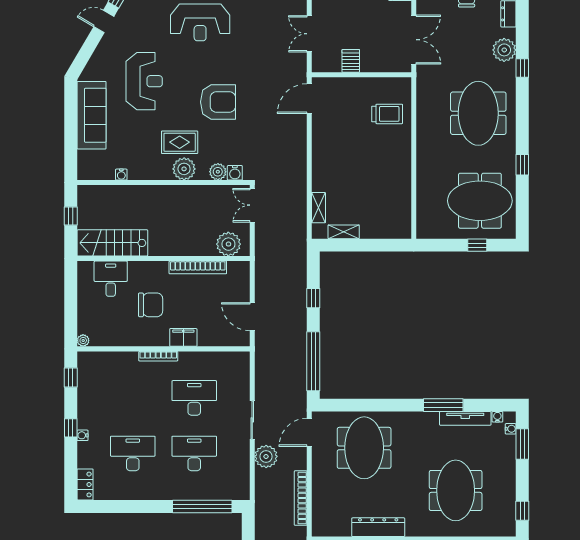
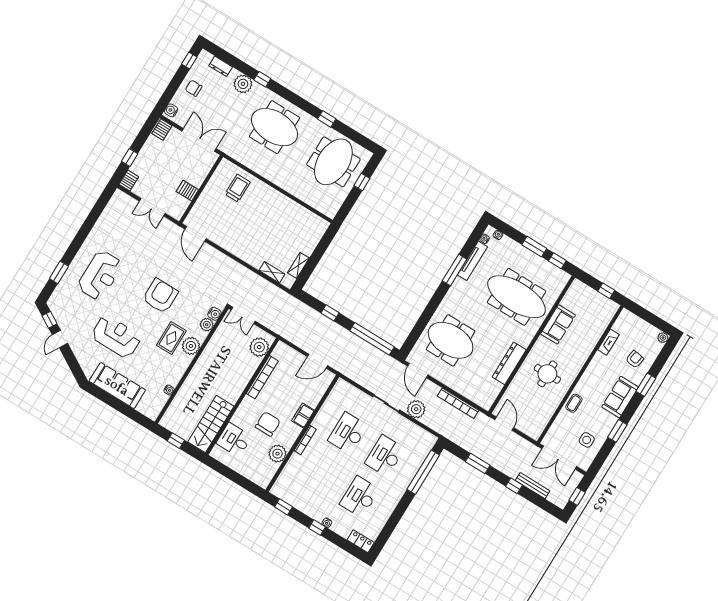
plant: (83, 340) -> (277, 454), moved, width x1.88, depth x1.88
window: (522, 444) -> (534, 247), moved
meeting table: (456, 490) -> (516, 297), width x1.36

